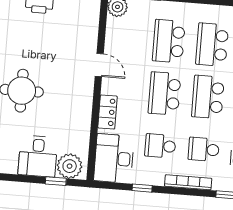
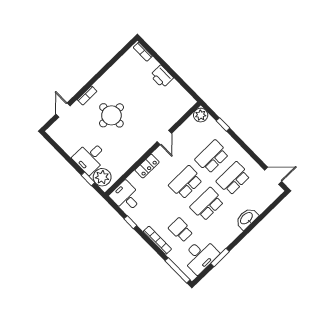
school desk: (160, 146) -> (159, 208), removed
desk: (114, 158) -> (126, 197), width x0.73

